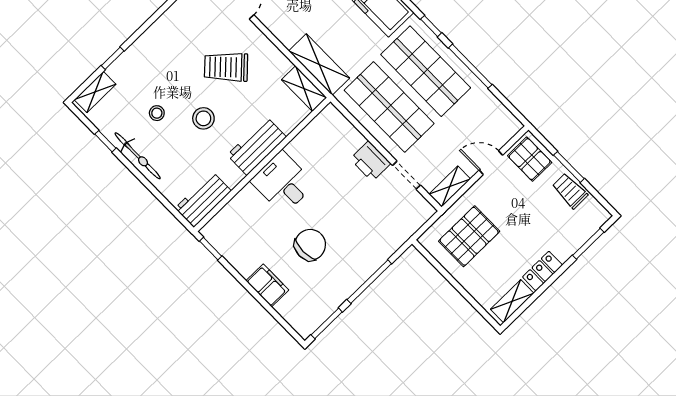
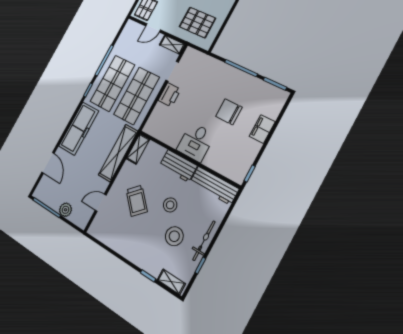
shelving: (319, 65) -> (118, 153), width x1.47
stool: (157, 113) -> (174, 236), width x1.89, depth x1.89
door: (491, 163) -> (153, 28), hinge flipped
workbench: (203, 199) -> (214, 186), width x1.38

